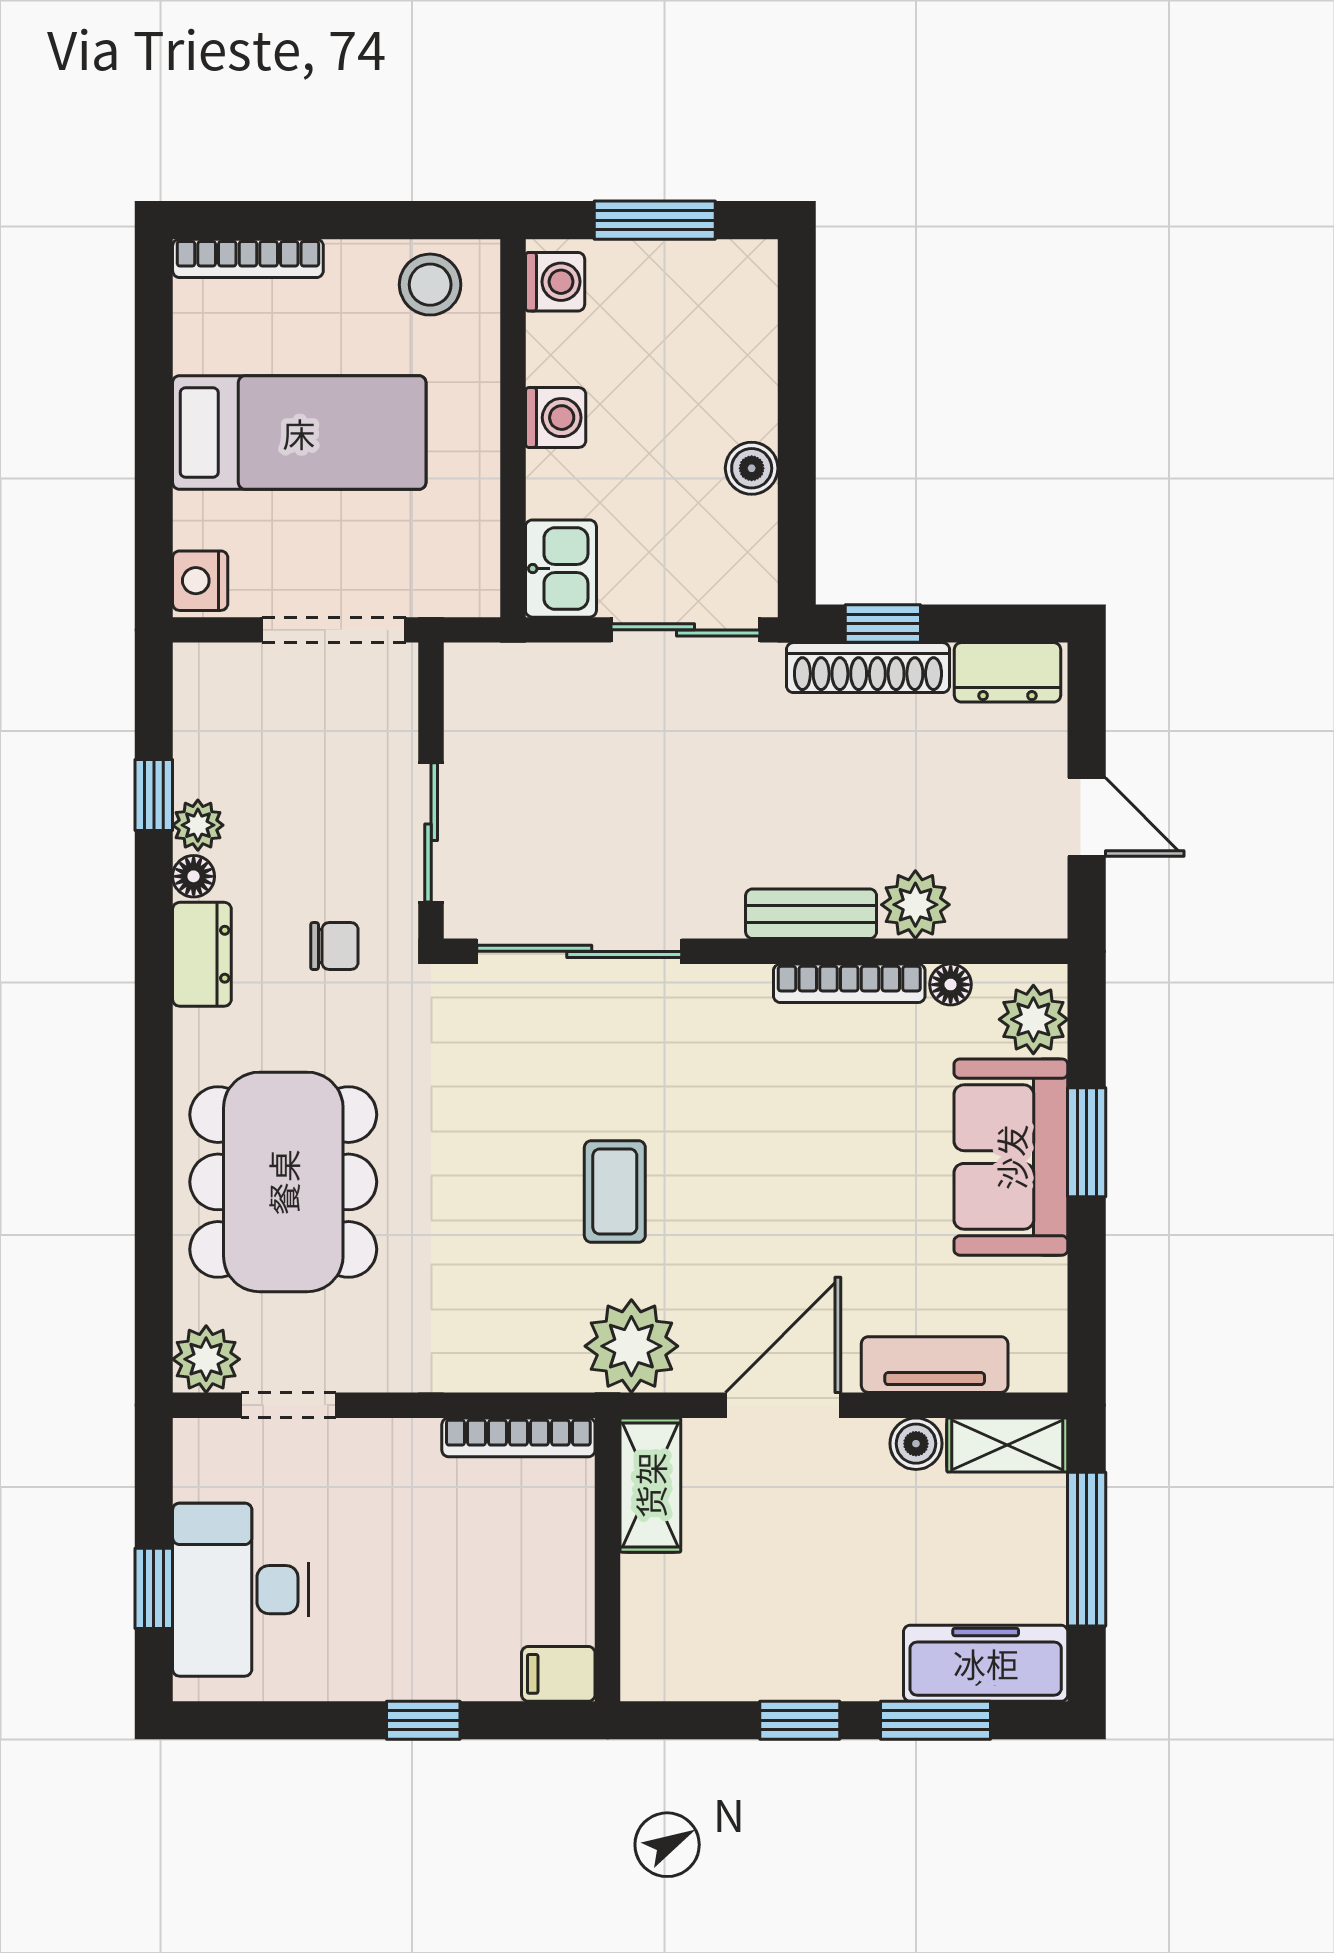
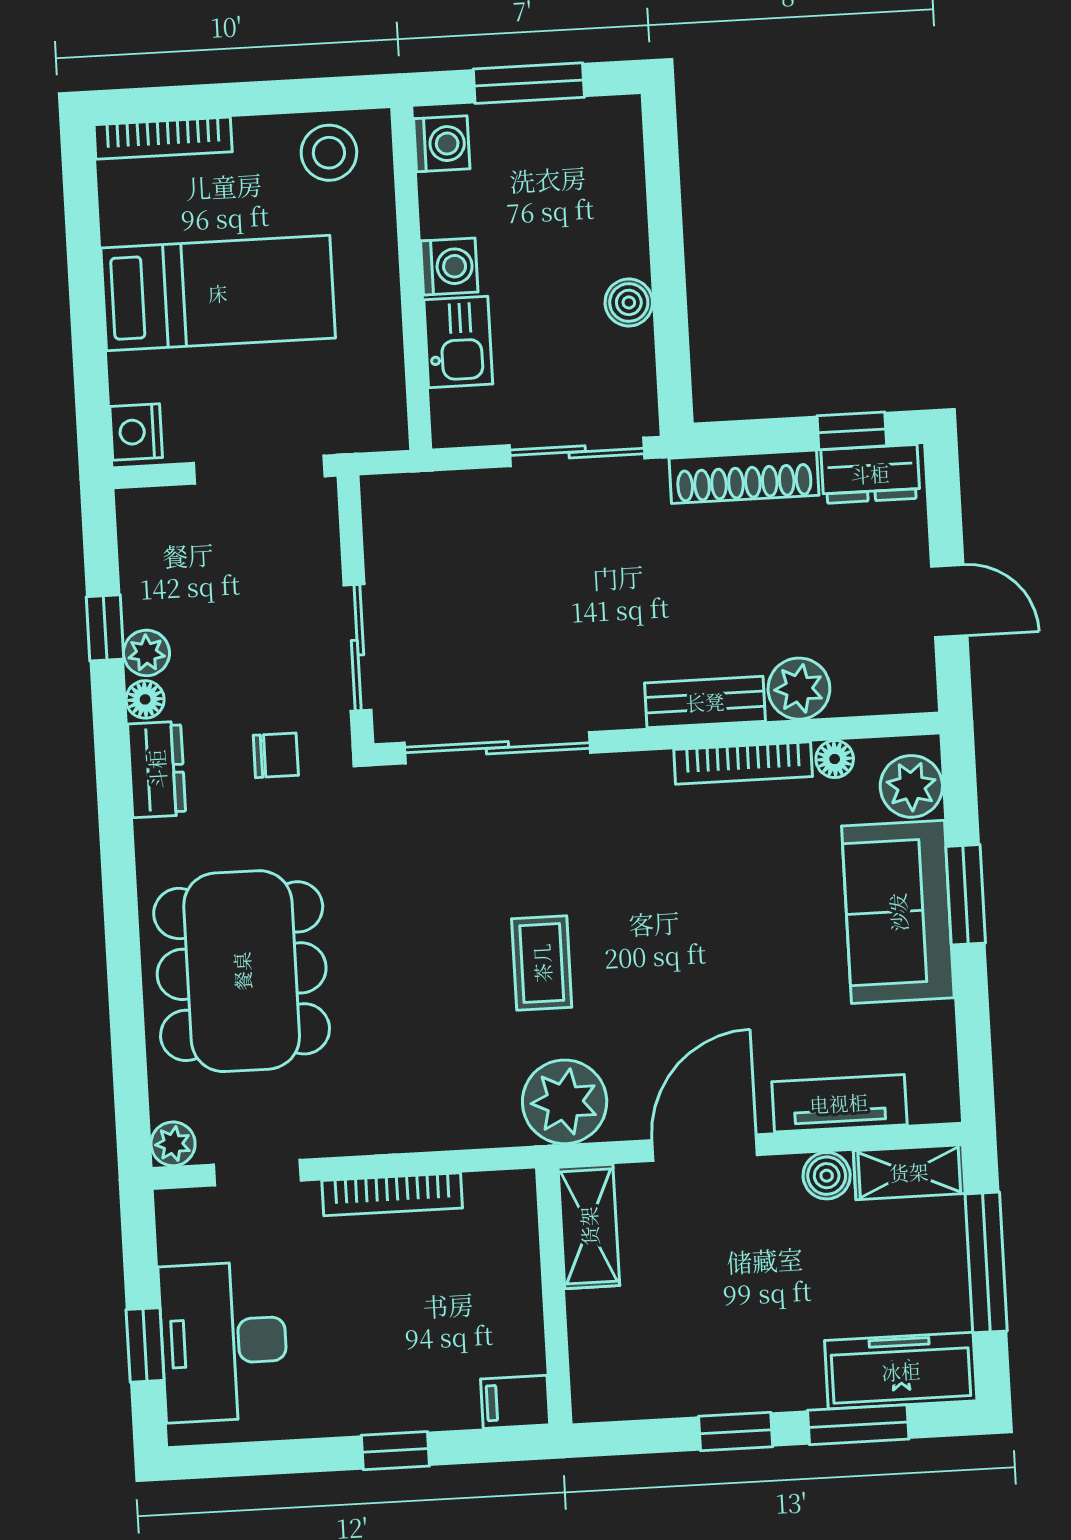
kitchen sink: (561, 569) -> (458, 342), moved
window: (883, 624) -> (852, 431), moved
plant: (206, 1359) -> (173, 1144), width x0.73, depth x0.73
bookcase: (518, 1437) -> (392, 1194), moved

